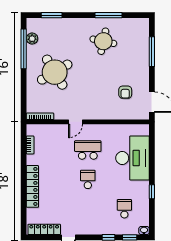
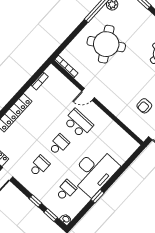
desk: (133, 158) -> (94, 171), moved
school desk: (88, 209) -> (39, 166), added

